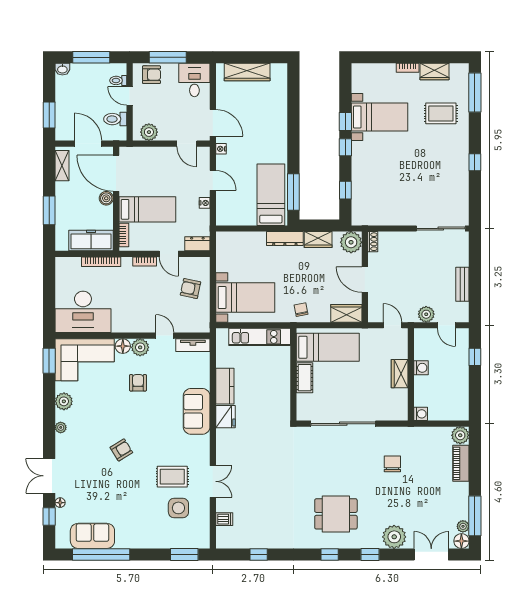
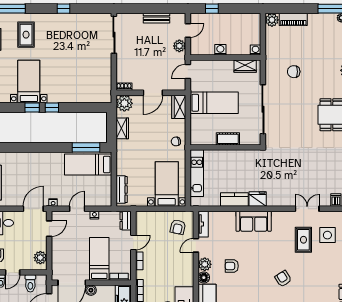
window: (345, 190) -> (85, 108), removed
dresser: (285, 239) -> (122, 190), moved
armchair: (190, 289) -> (178, 227), moved
bed: (328, 347) -> (214, 103), moved, turned 90
wardrobe: (400, 374) -> (245, 66), moved

